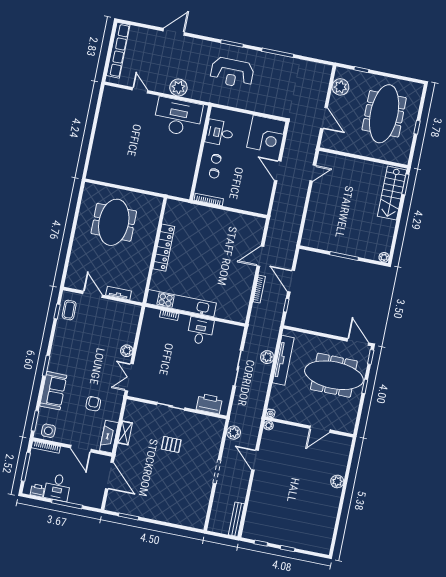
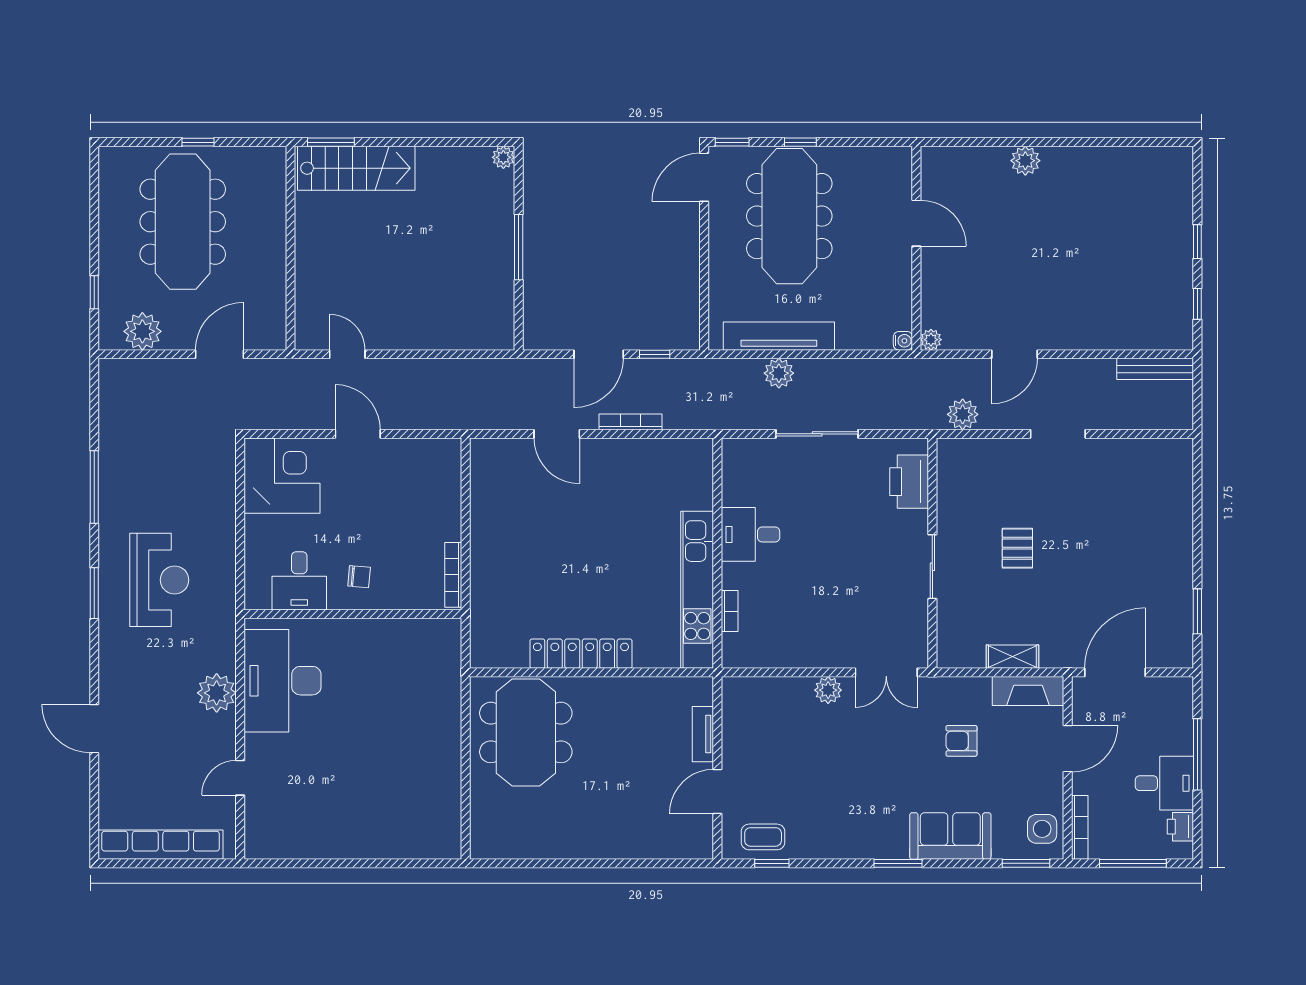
meeting table: (384, 114) -> (183, 222), turned 90
door: (278, 171) -> (358, 434), swing flipped
chair: (214, 173) -> (393, 575), removed
meeting table: (114, 222) -> (526, 732), moved, turned 90

